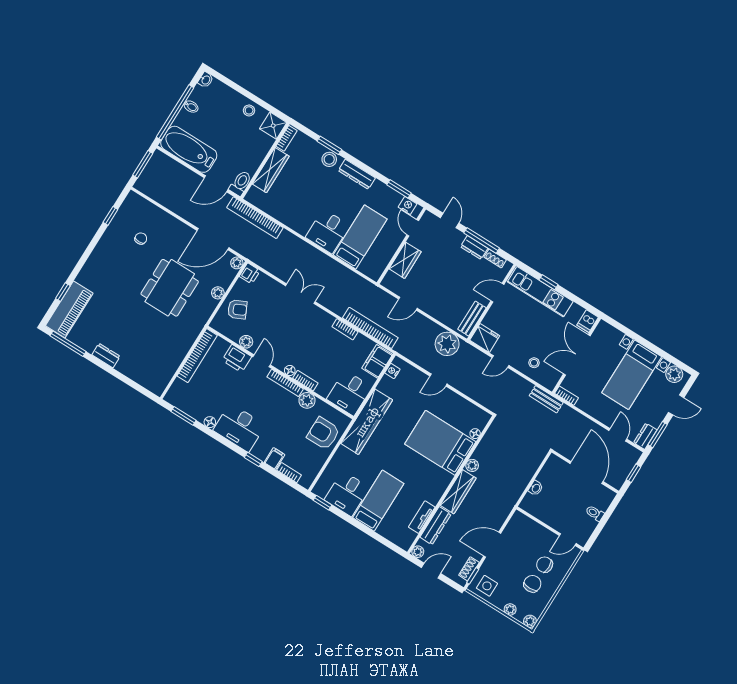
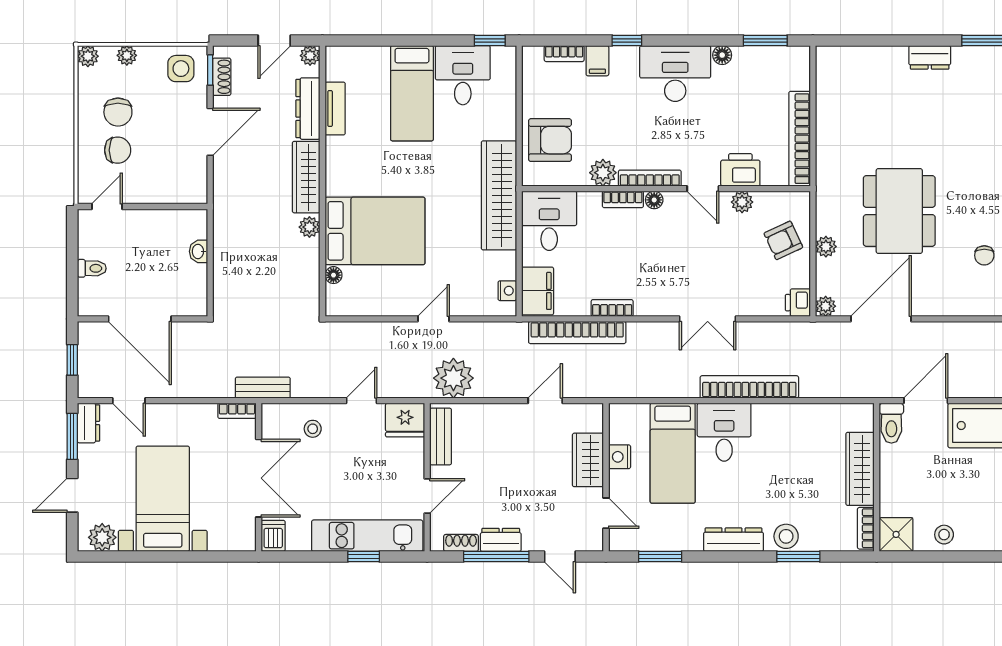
nightstand: (408, 206) -> (620, 457), moved, turned 90
bookcase: (255, 218) -> (749, 387), moved

